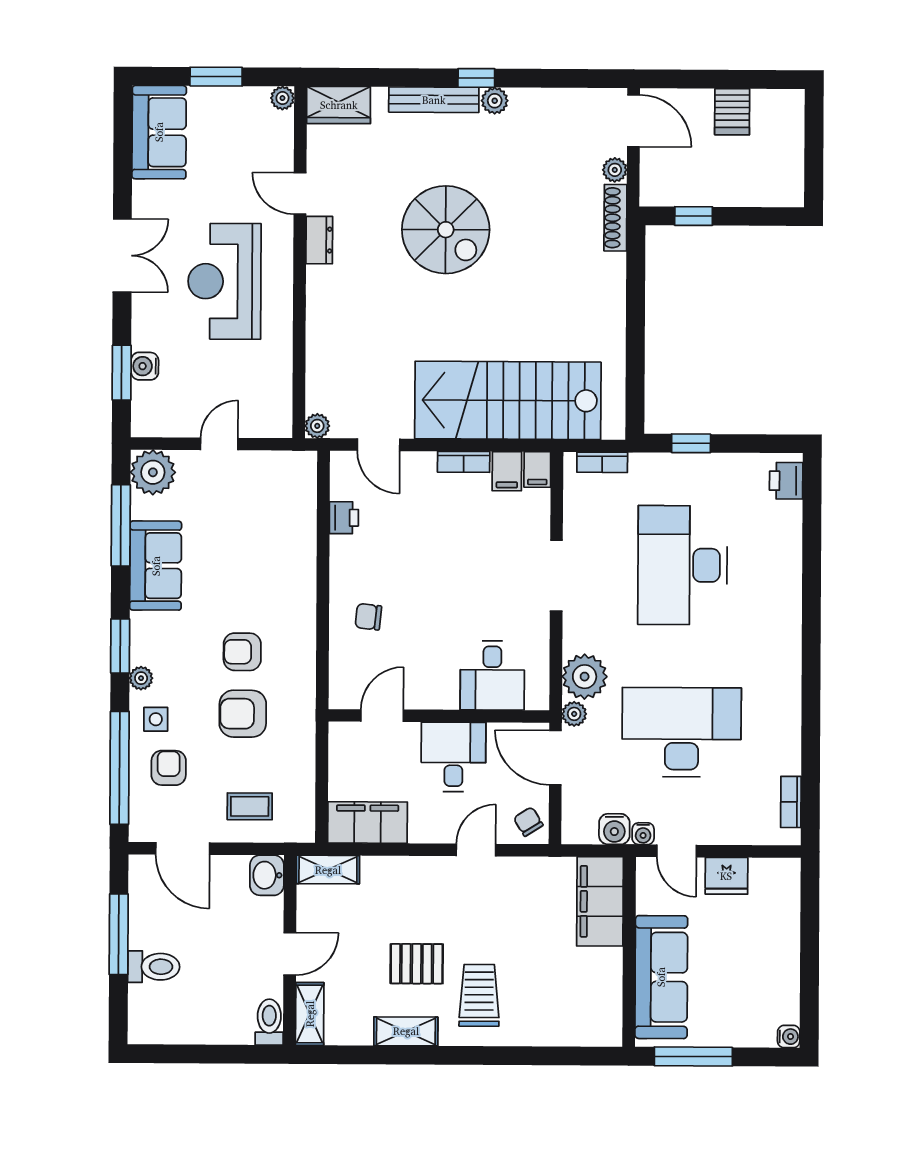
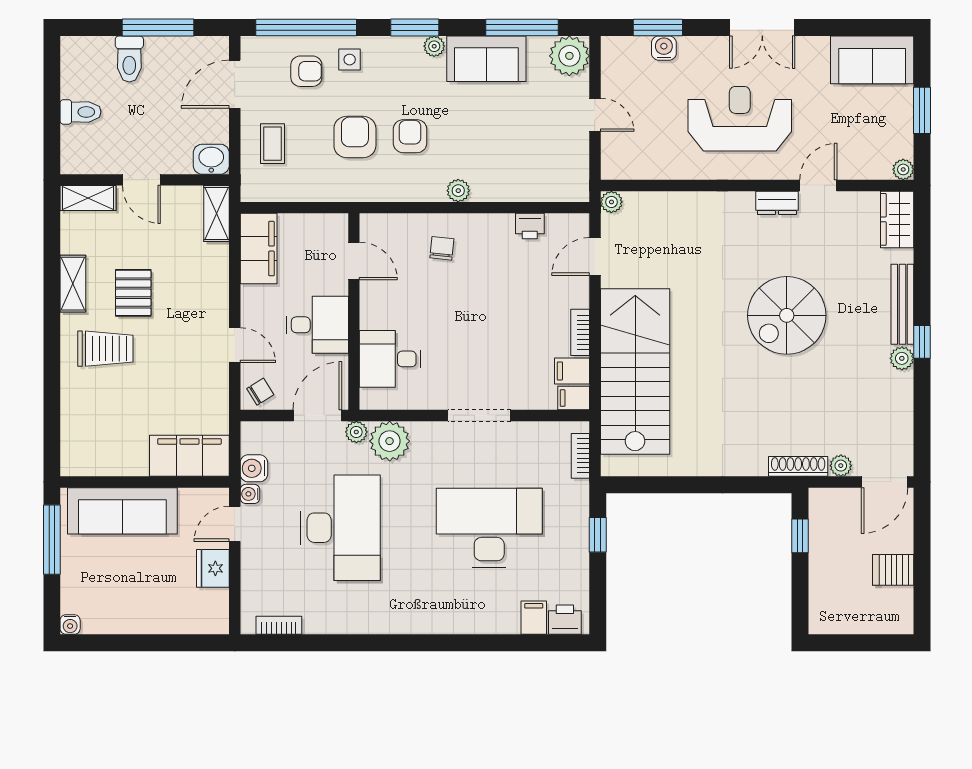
filing cabinet: (784, 516) -> (534, 618), added
plant: (304, 598) -> (458, 191), added
plant: (141, 678) -> (434, 46), moved
toilet: (269, 1022) -> (81, 112), moved

